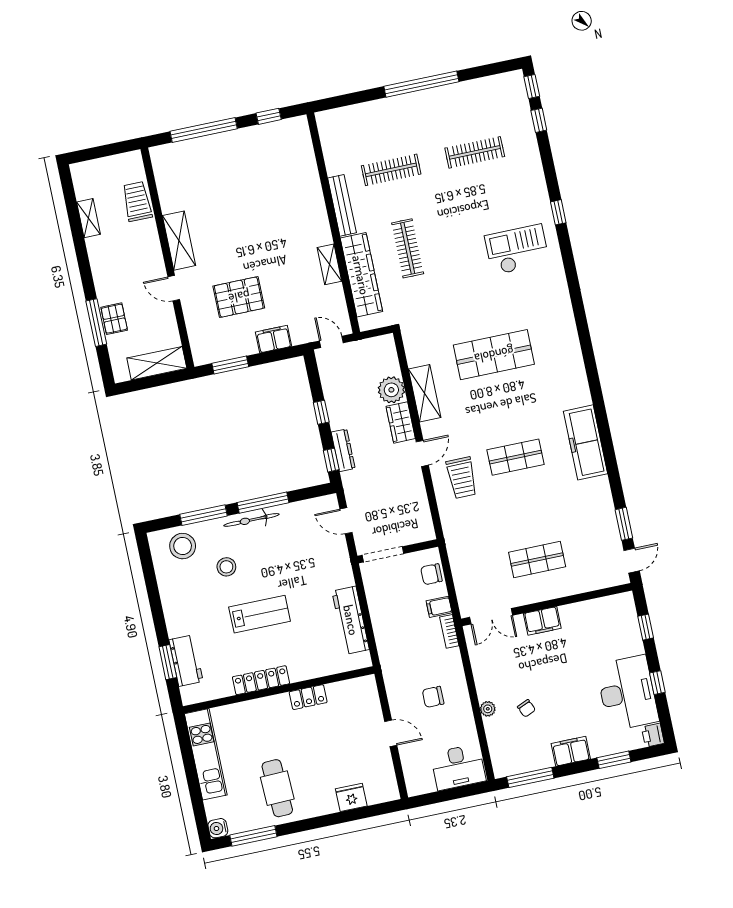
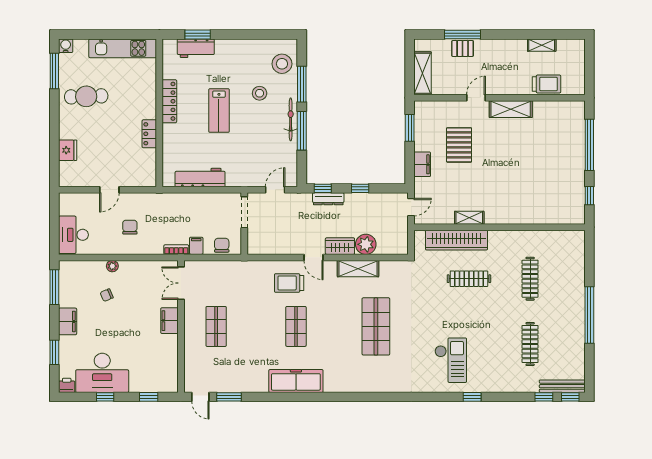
bench: (342, 205) -> (562, 386), moved

